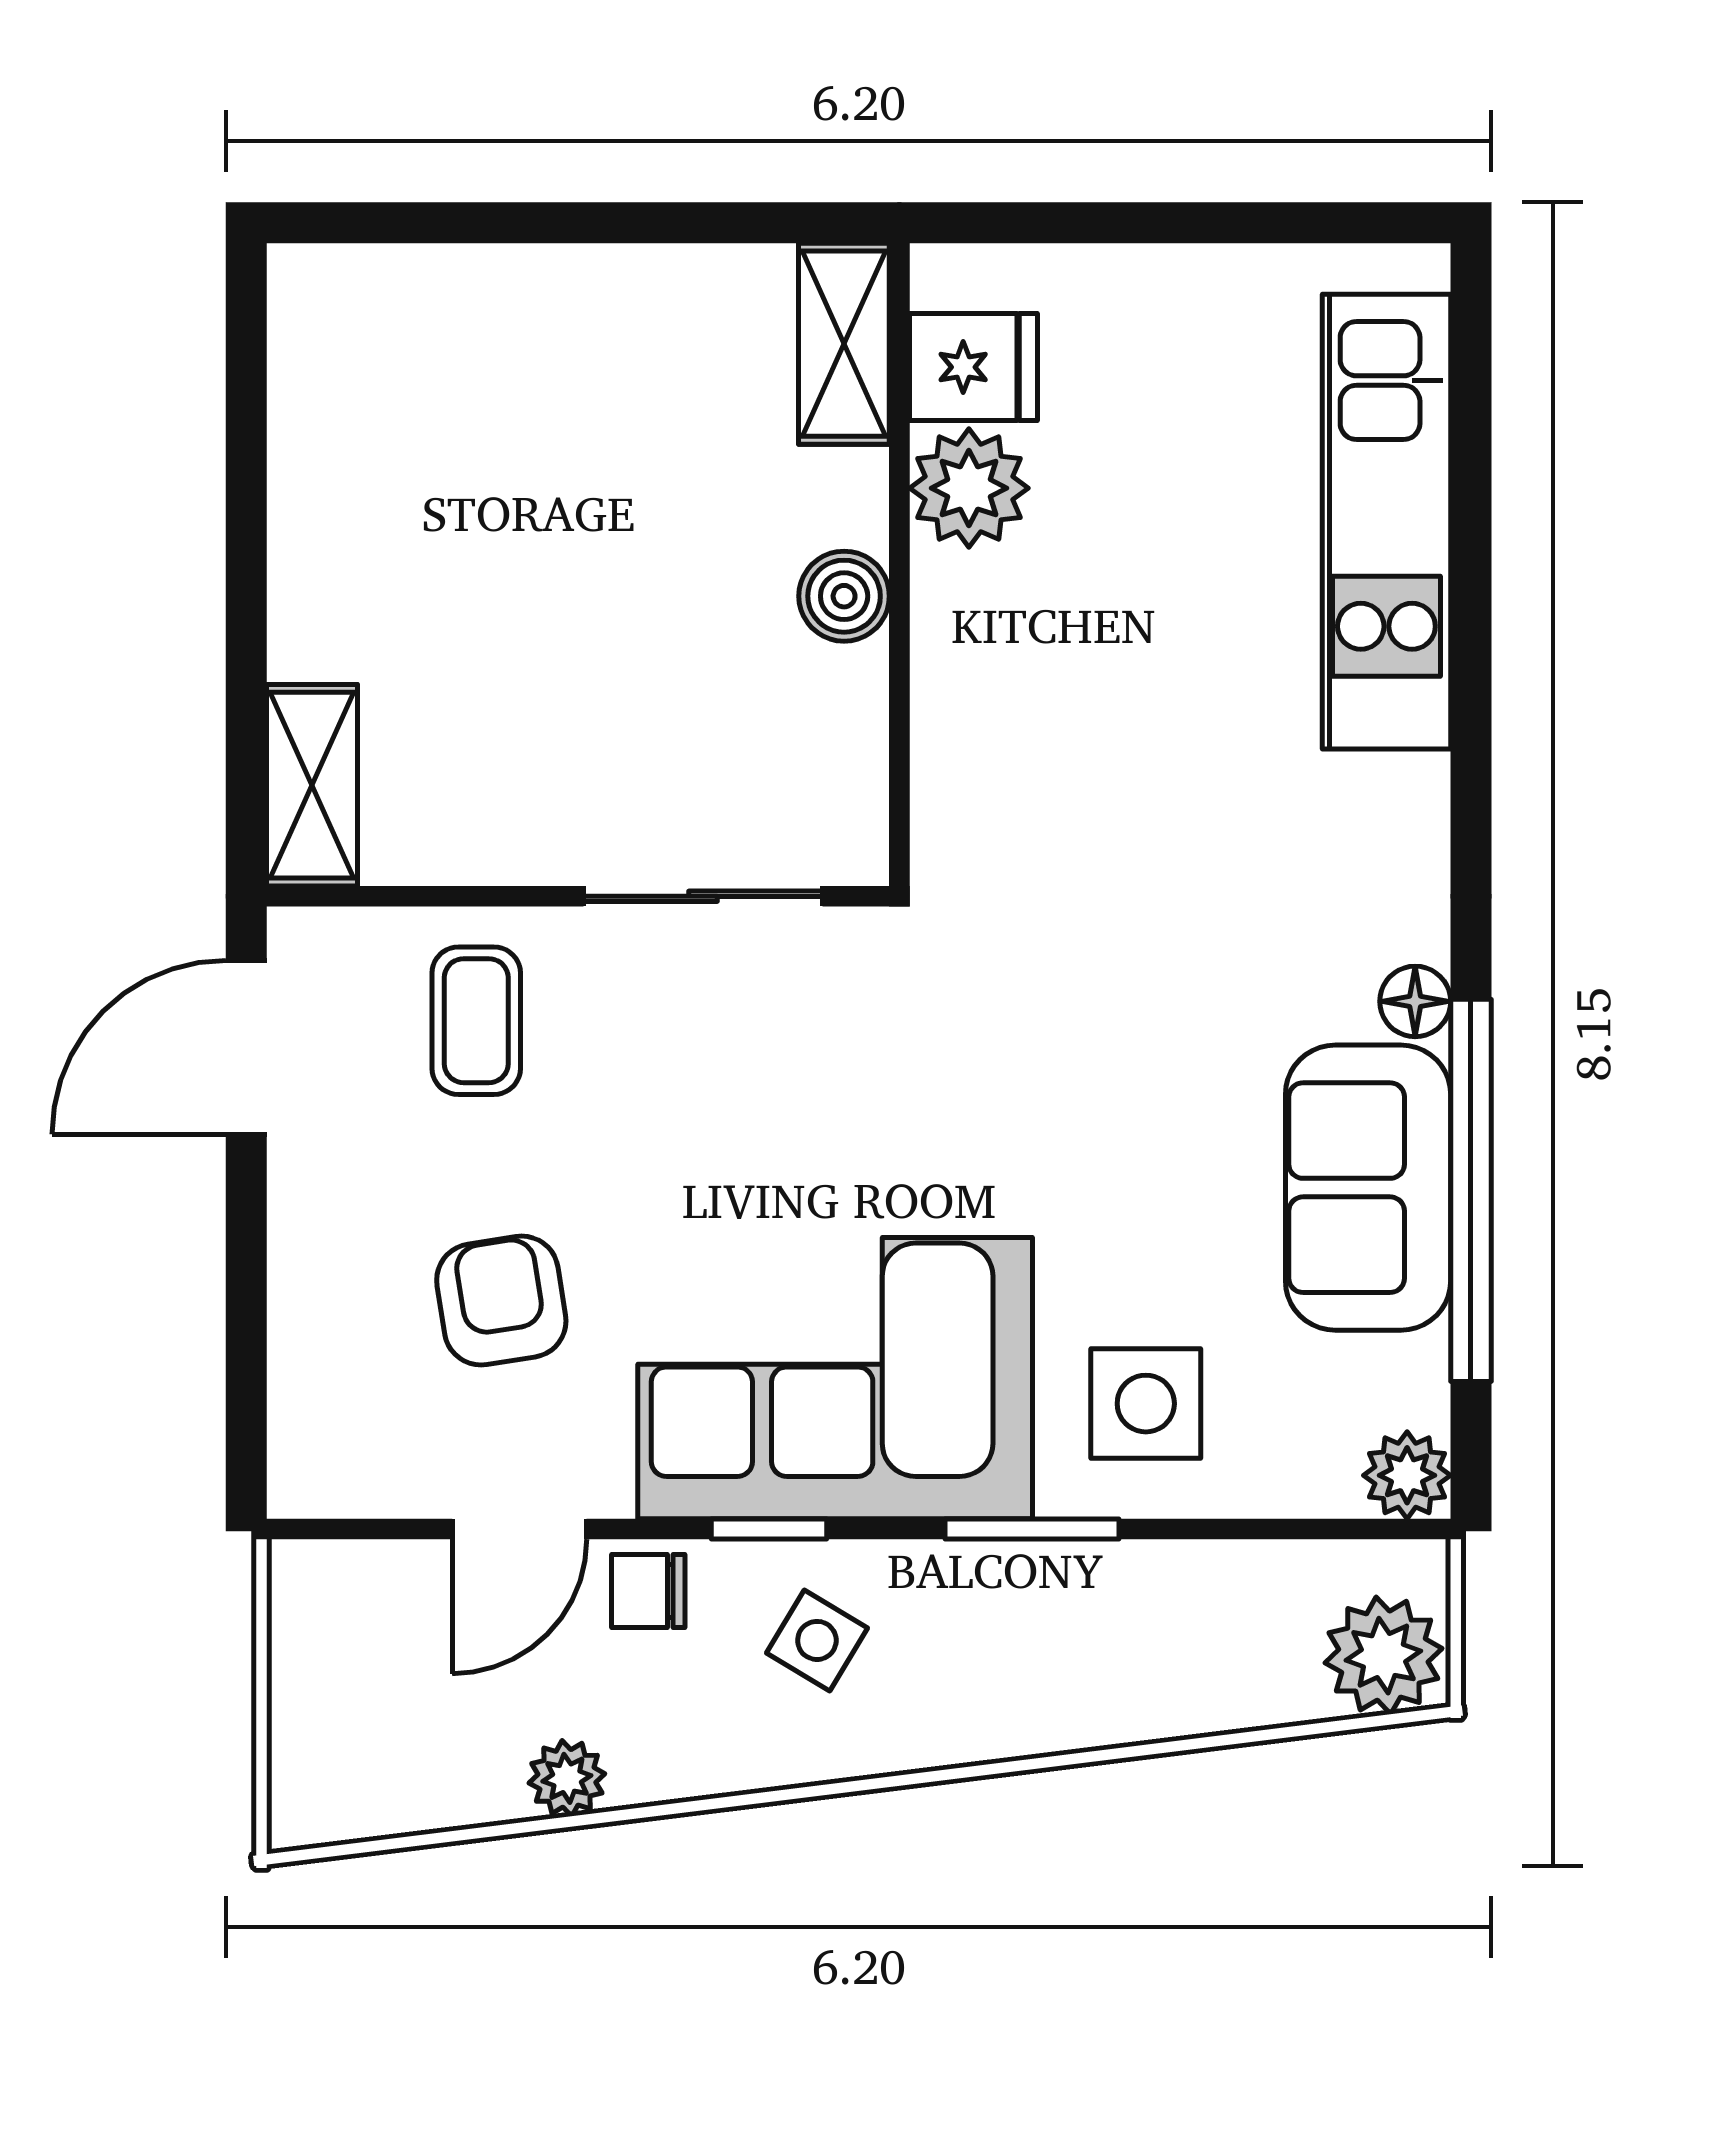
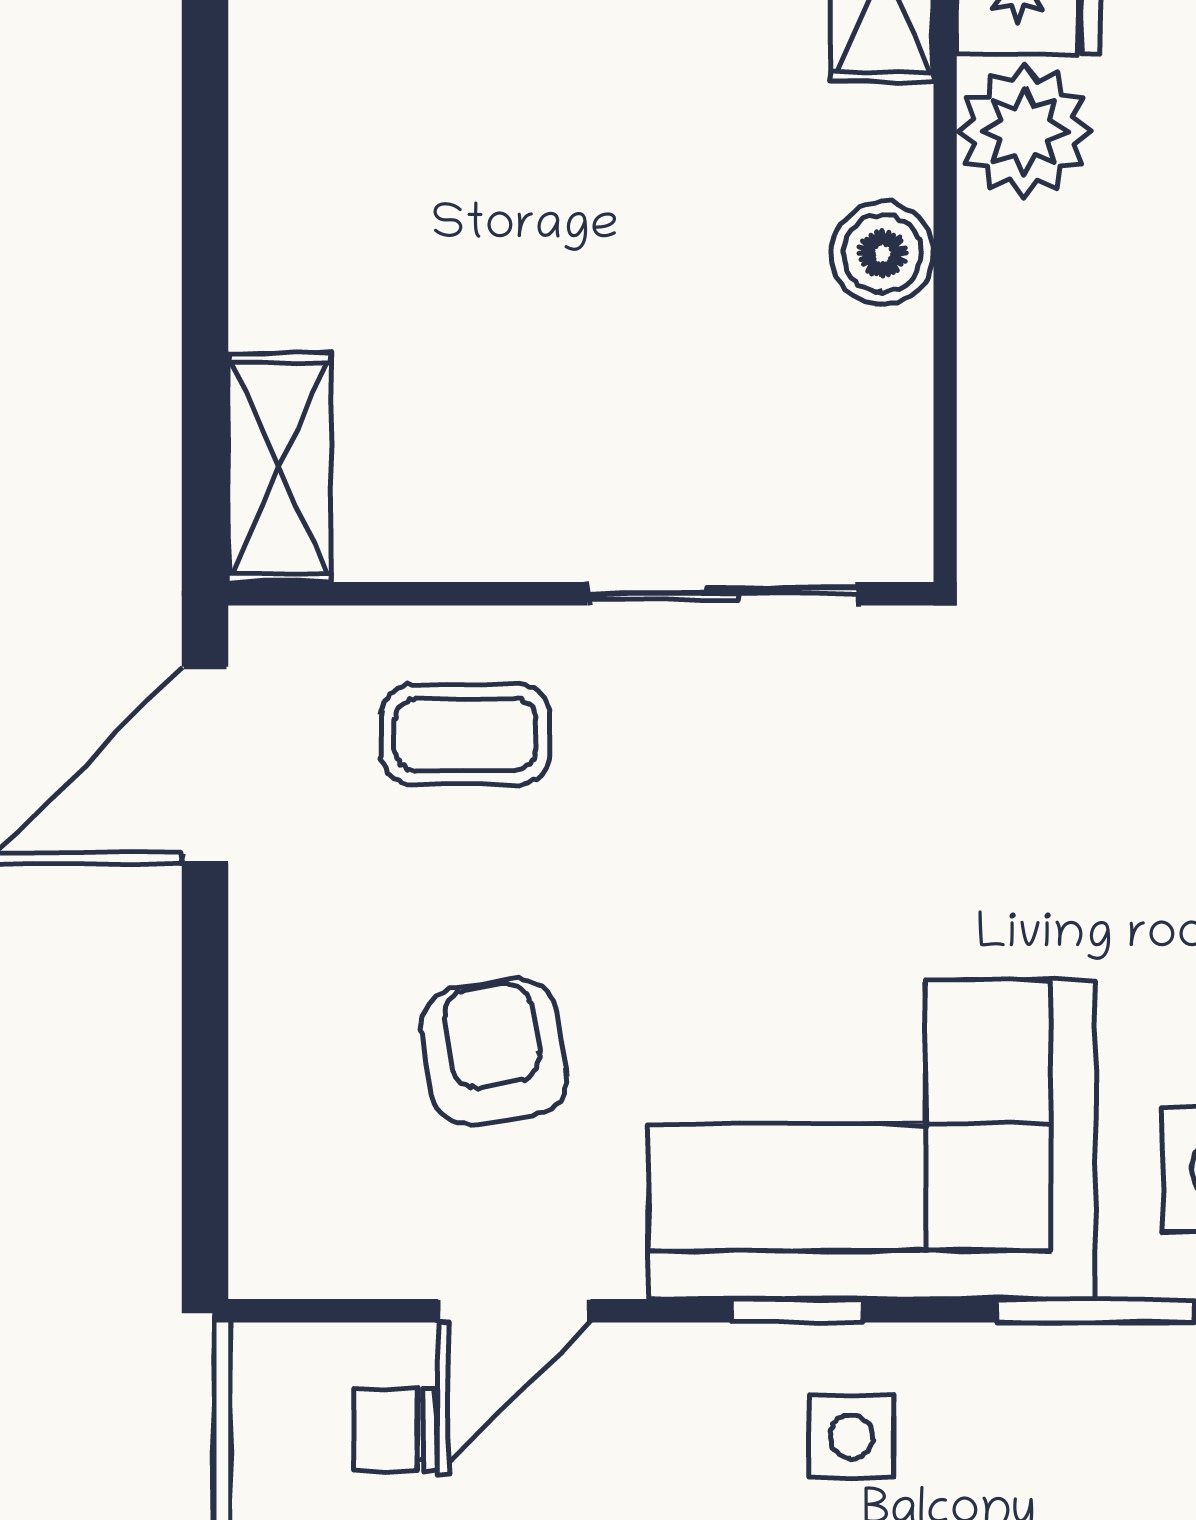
coffee table: (476, 1021) -> (466, 735), turned 90
chair: (648, 1591) -> (395, 1430), moved
side table: (817, 1640) -> (852, 1437), turned -31

